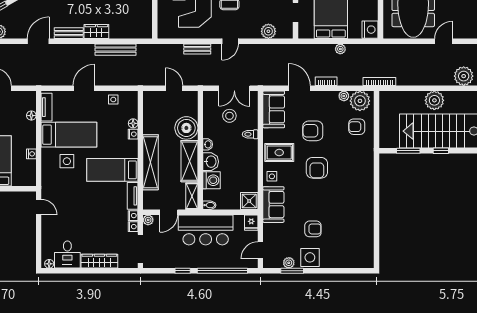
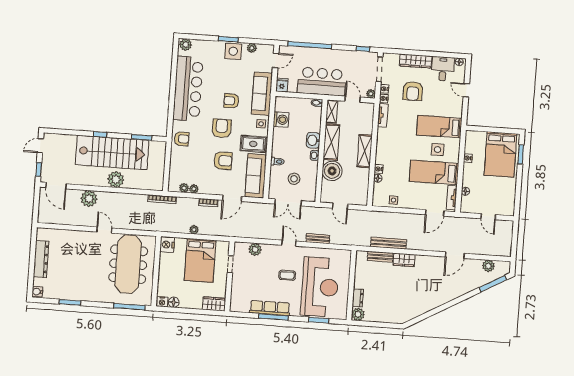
bench: (69, 33) -> (380, 257), moved
door: (230, 41) -> (289, 243), hinge flipped
door: (444, 41) -> (104, 230), swing flipped
door: (84, 88) -> (435, 213), moved
double door: (234, 88) -> (288, 202), swing flipped
door: (299, 88) -> (232, 198), hinge flipped
plant: (360, 101) -> (184, 188), width x0.53, depth x0.53
sofa: (274, 109) -> (256, 176), width x1.36
armchair: (357, 127) -> (182, 139), moved
window: (441, 151) -> (100, 134), moved
shelving: (151, 162) -> (365, 151), width x0.68
bed: (112, 170) -> (439, 127), moved, turned 180
washing machine: (212, 180) -> (281, 120), moved, turned 180
shower: (249, 201) -> (282, 104), removed
sofa: (273, 205) -> (262, 94), width x1.36
door: (39, 207) -> (466, 90), moved
bar counter: (359, 211) -> (188, 89), added
door: (169, 212) -> (353, 99), hinge flipped
armchair: (100, 226) -> (413, 91), added
armchair: (313, 229) -> (231, 101), moved
plant: (365, 261) -> (186, 45), added
window: (183, 271) -> (363, 49), moved
window: (292, 271) -> (228, 39), moved

